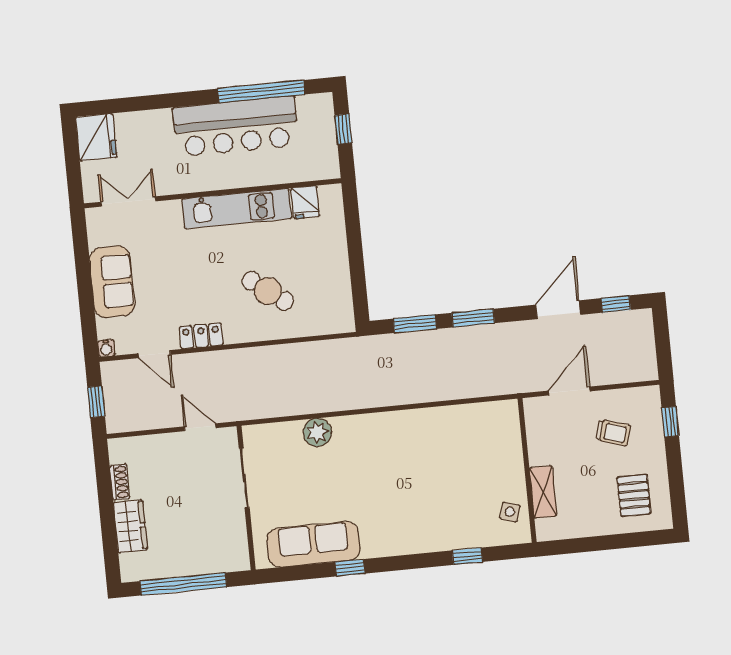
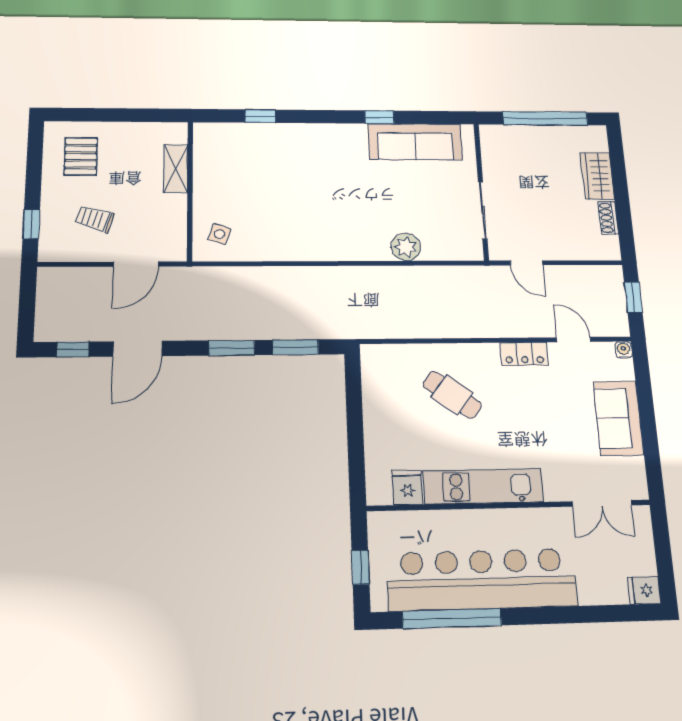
bar counter: (236, 126) -> (482, 580), width x1.36
fridge: (96, 137) -> (644, 590), width x0.53, depth x0.75
side table: (510, 512) -> (220, 234), moved

